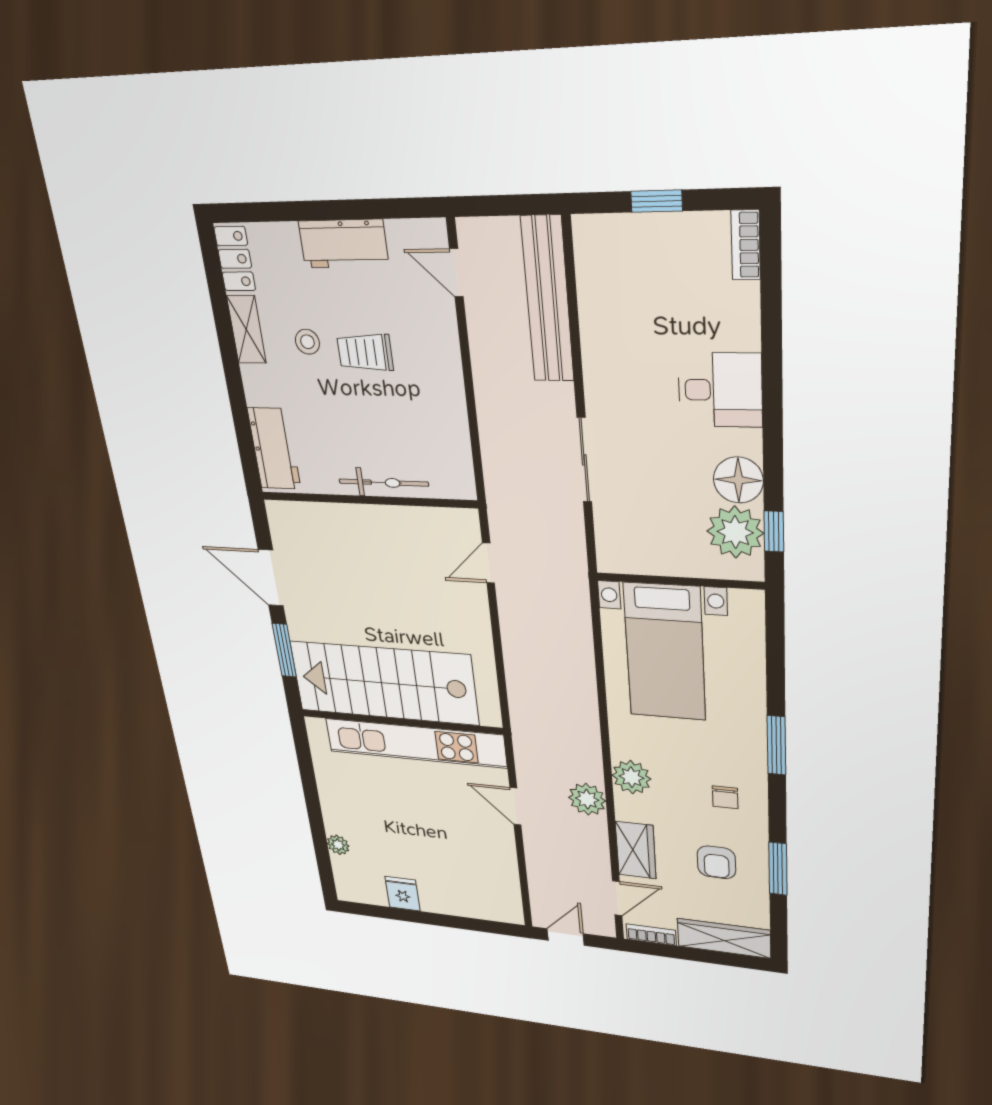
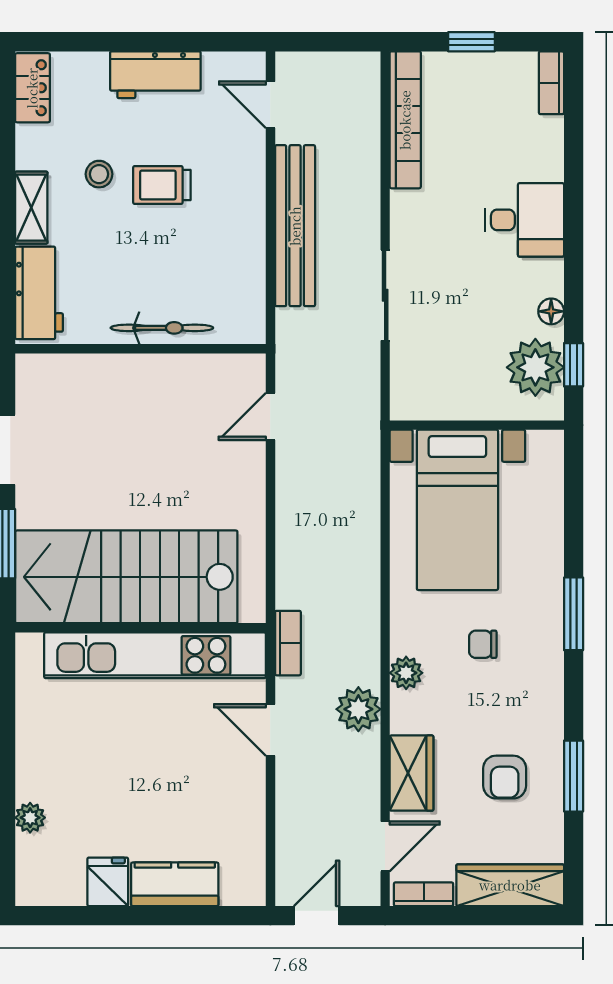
bookcase: (592, 287) -> (405, 120), added
bench: (548, 300) -> (295, 226), moved
shelving: (246, 330) -> (31, 208), moved
floor lamp: (738, 480) -> (551, 311), width x0.53, depth x0.53
bookcase: (523, 745) -> (288, 643), added
plant: (631, 777) -> (406, 673), width x0.73, depth x0.73
chair: (725, 797) -> (483, 644), moved, turned 90
kitchen counter: (453, 902) -> (175, 884), added

